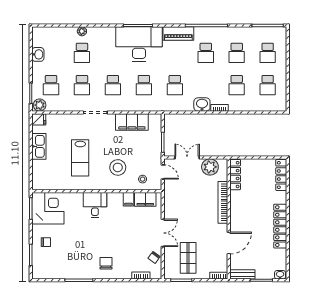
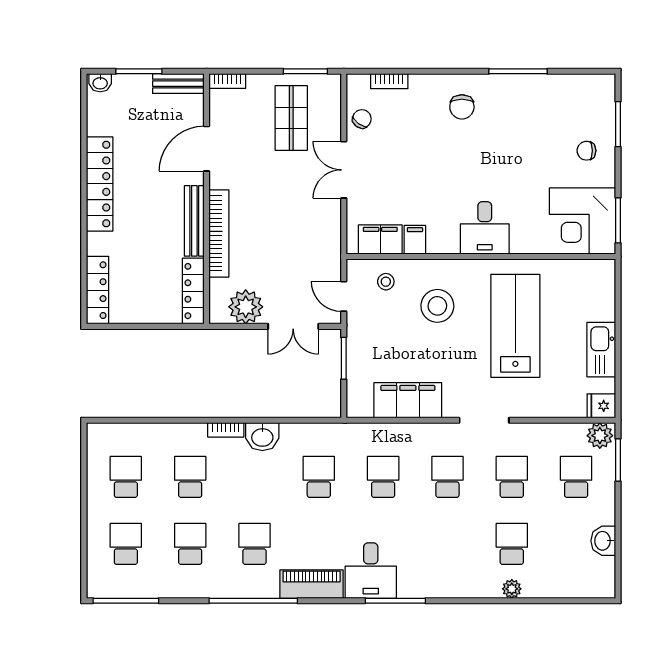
desk: (139, 44) -> (371, 571), width x0.53, depth x0.77
lab bench: (80, 158) -> (515, 326), width x1.36, depth x1.39
bench: (235, 208) -> (194, 221), added

